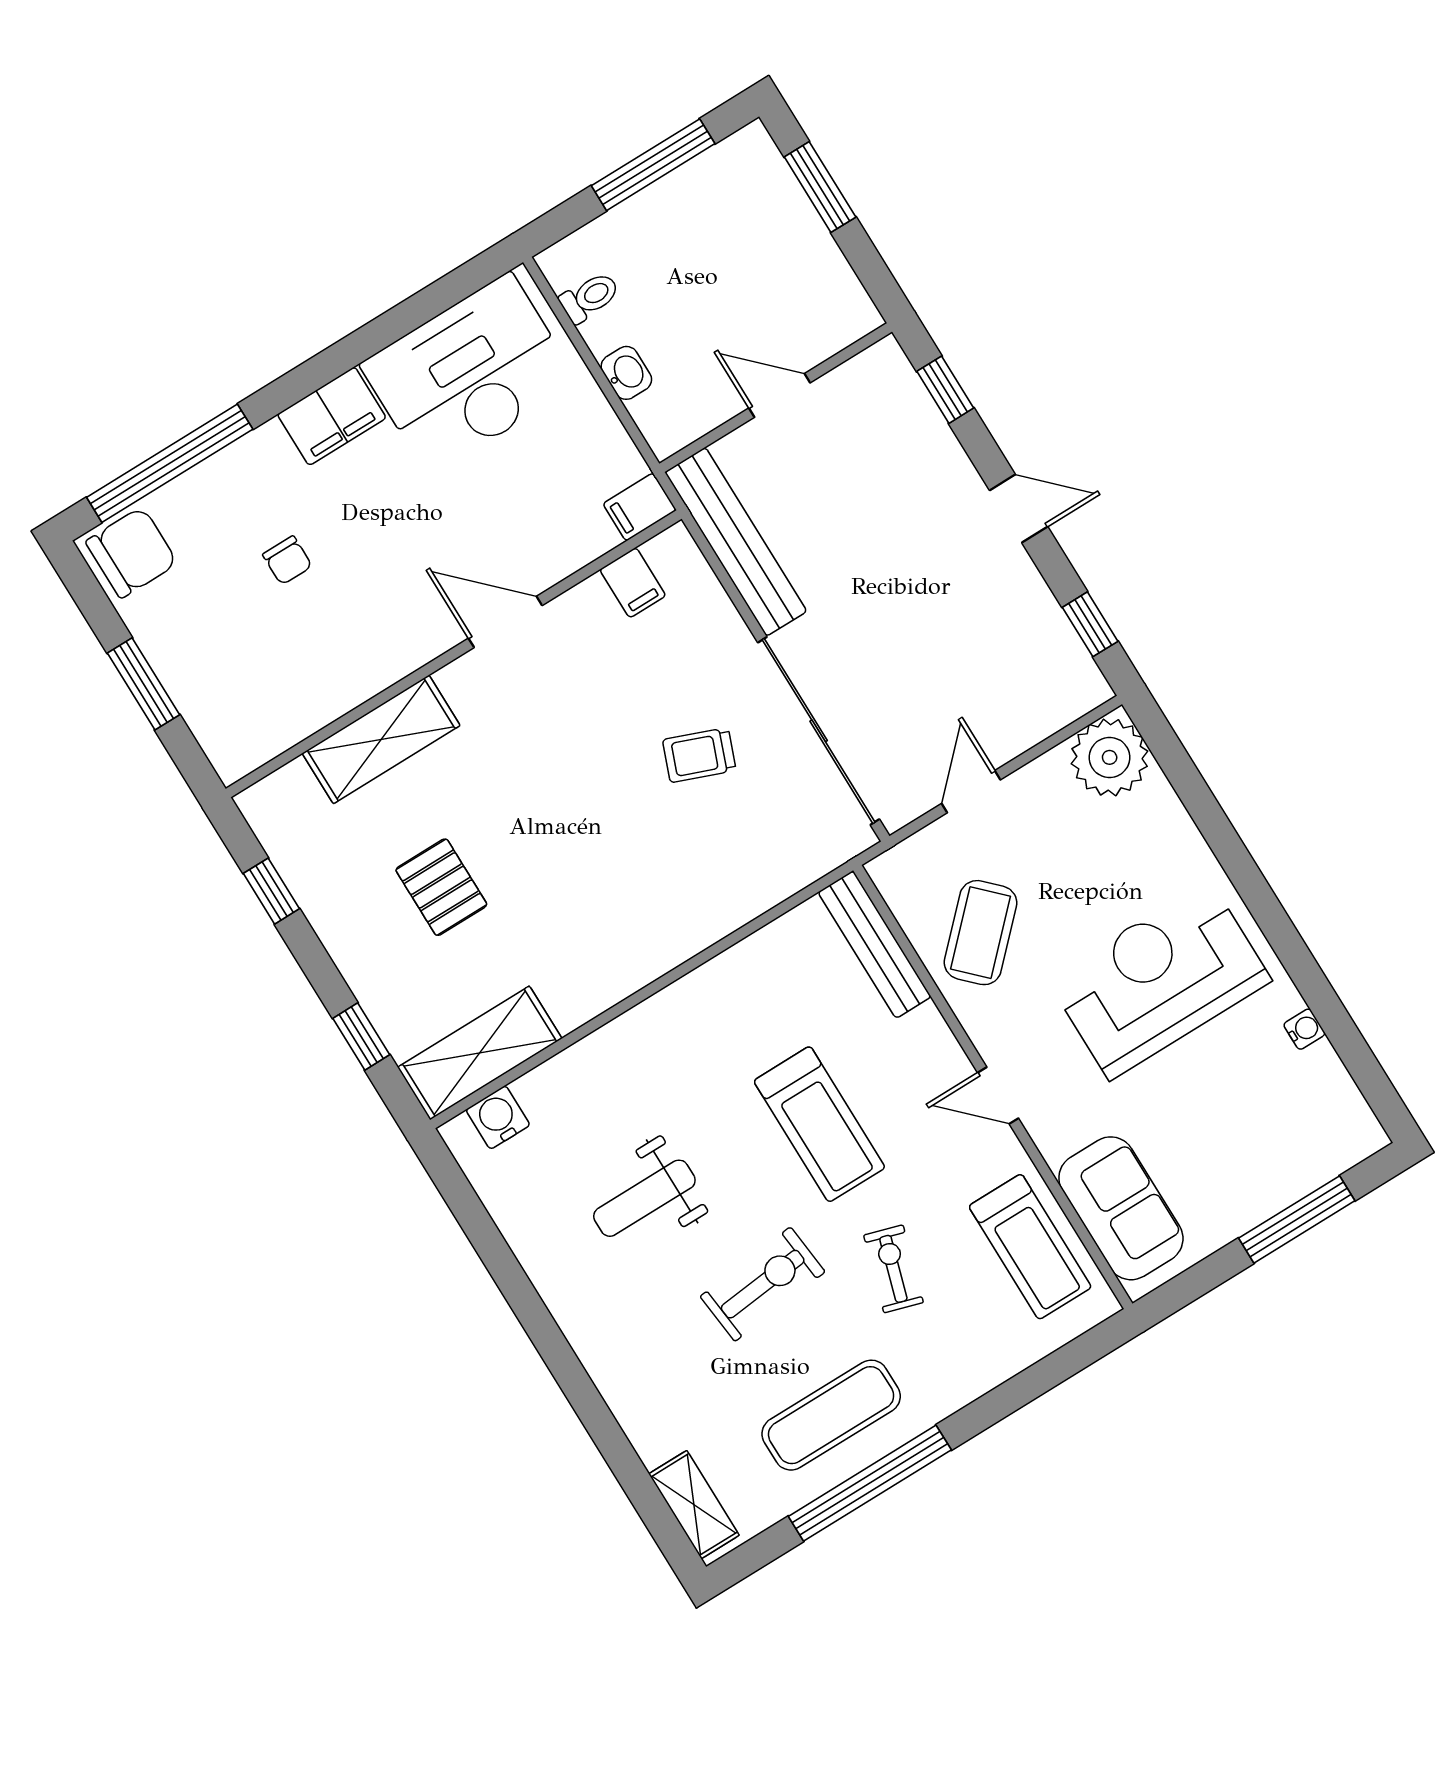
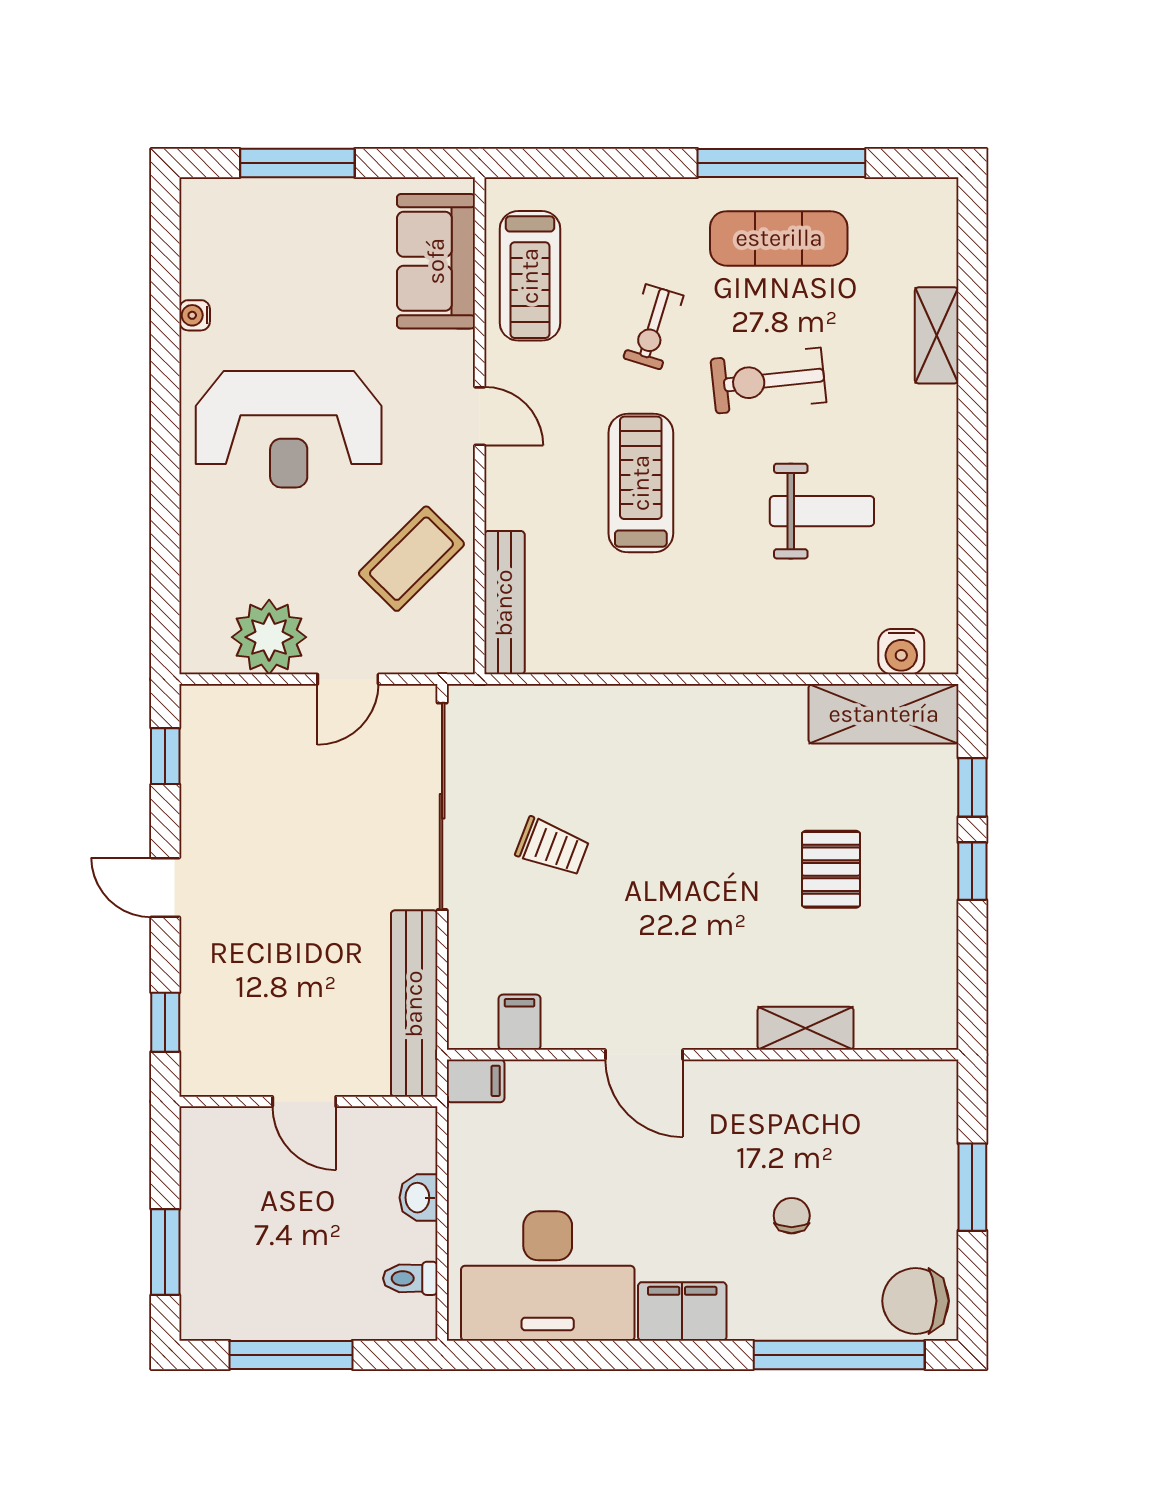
shelving: (381, 739) -> (806, 1028), width x0.67, depth x0.75
plant: (1110, 757) -> (269, 637), moved
window: (271, 891) -> (972, 871), moved
treadmill: (1030, 1247) -> (530, 276), turned 180
shelving: (694, 1505) -> (937, 335), moved

